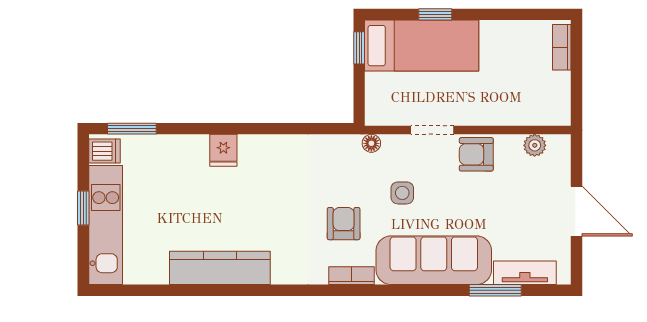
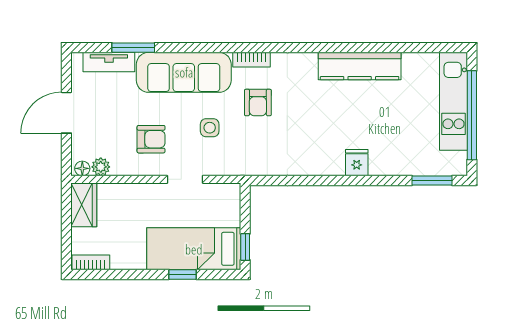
bookcase: (562, 47) -> (91, 262), moved, turned -90
wardrobe: (555, 99) -> (84, 205), added
floor lamp: (371, 143) -> (82, 168), moved
dishwasher: (104, 151) -> (454, 162), removed
armchair: (476, 154) -> (151, 139), moved
window: (83, 208) -> (472, 115), width x3.17
door: (576, 211) -> (66, 113), hinge flipped

